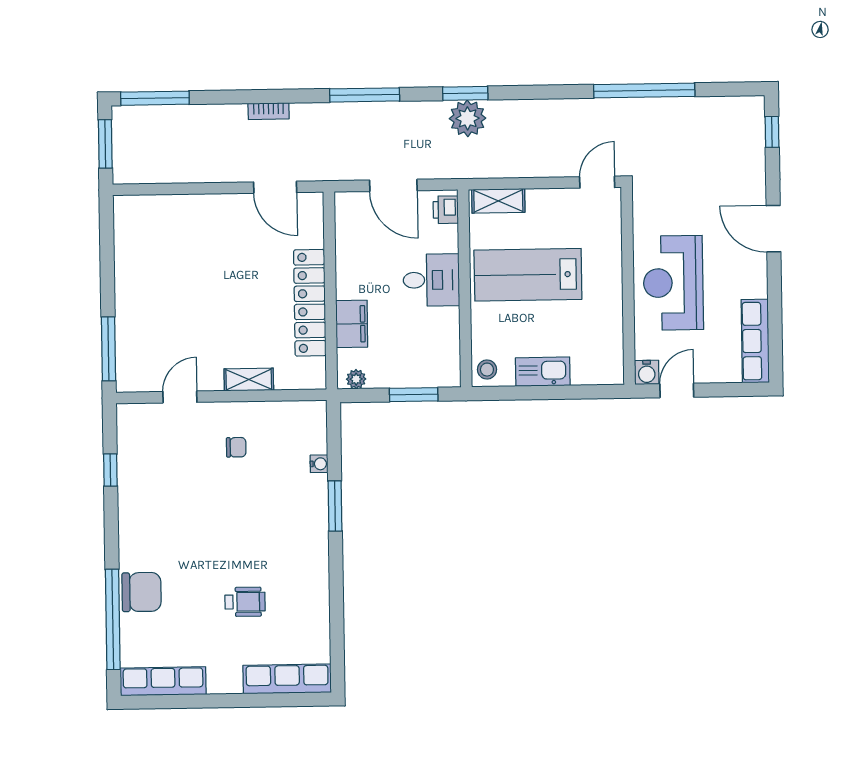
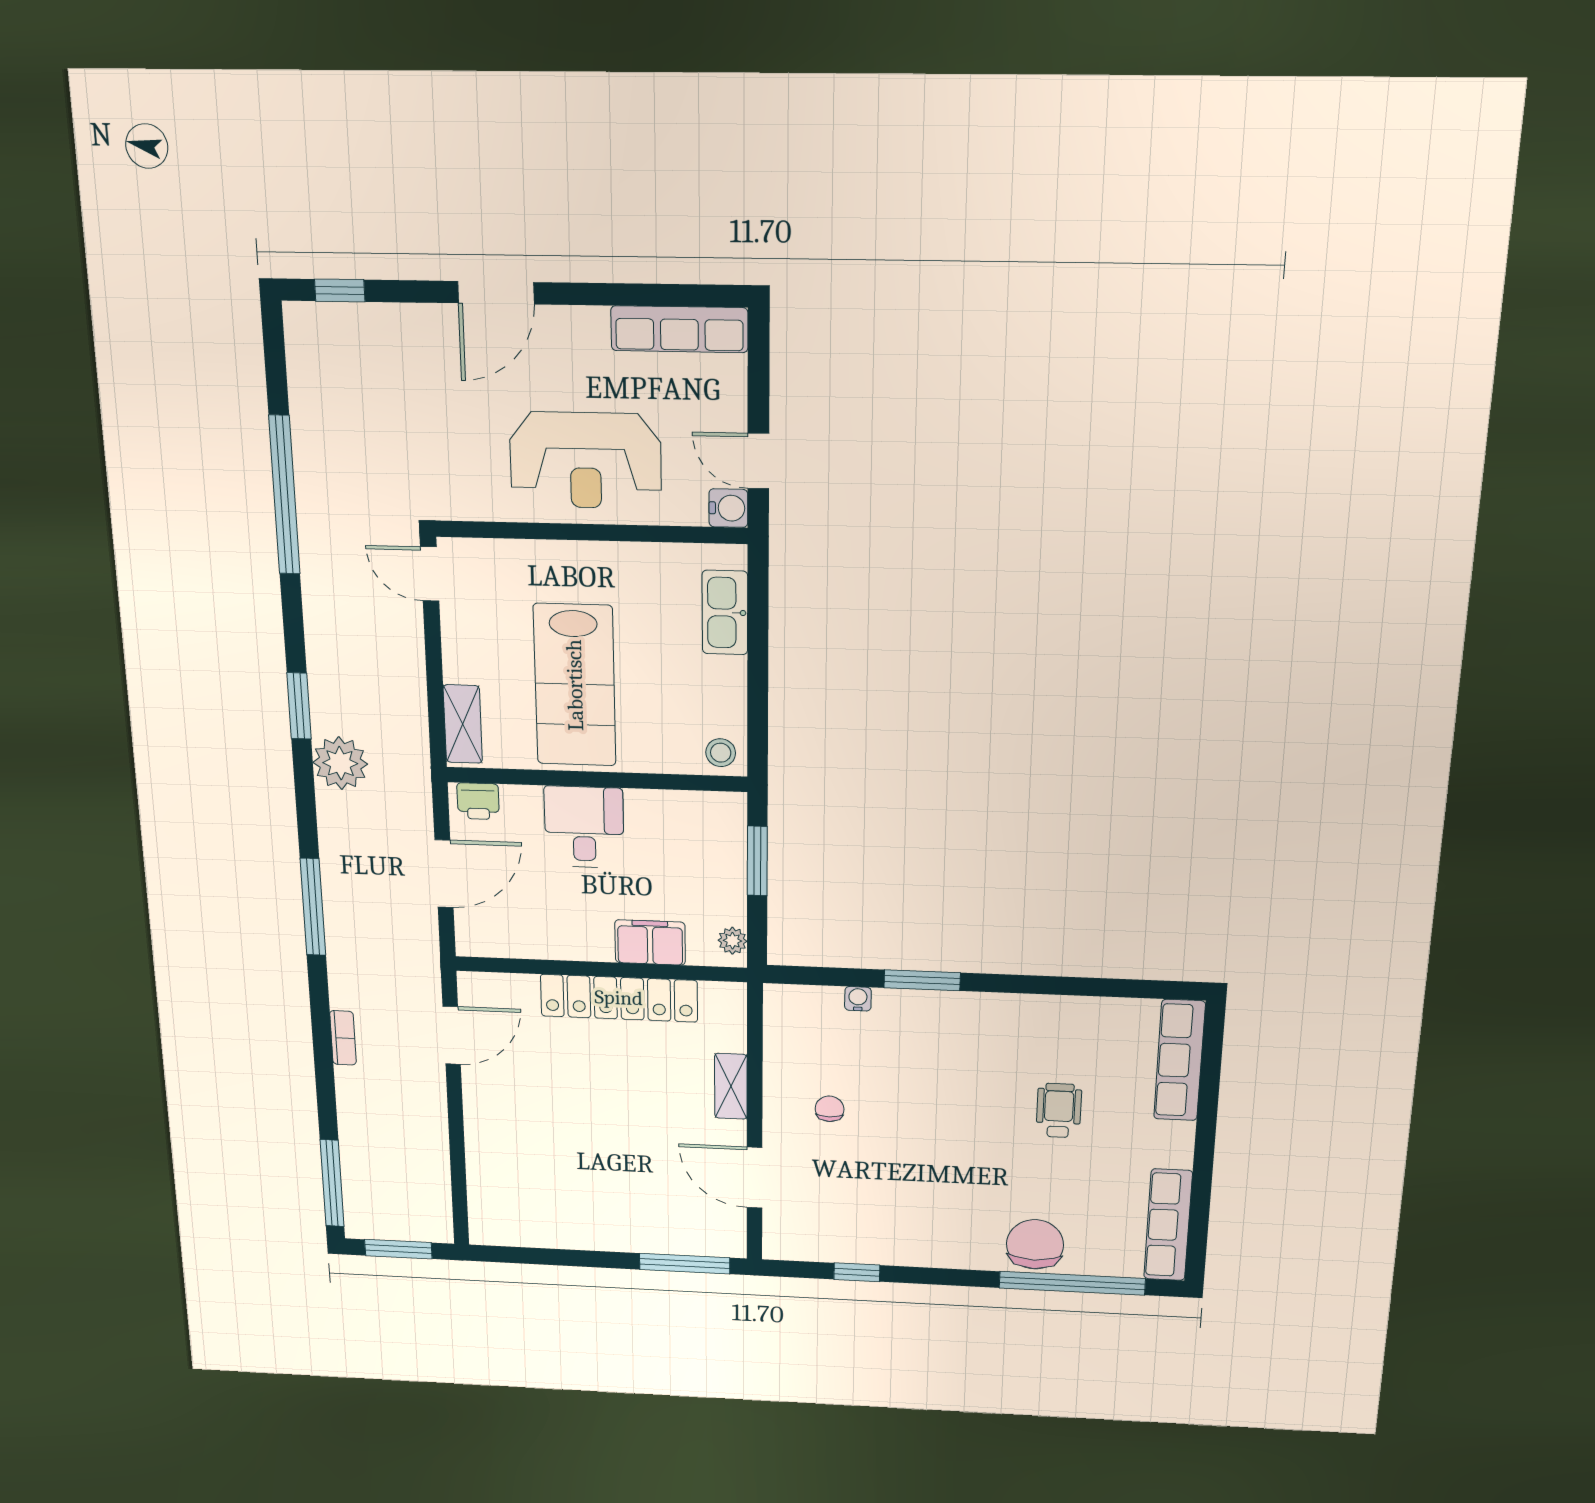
window: (465, 93) -> (299, 706), moved
kitchen sink: (543, 372) -> (725, 613), moved
door: (180, 397) -> (755, 1178), width x1.38

